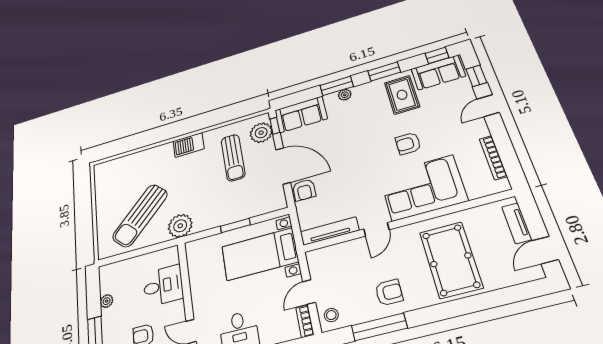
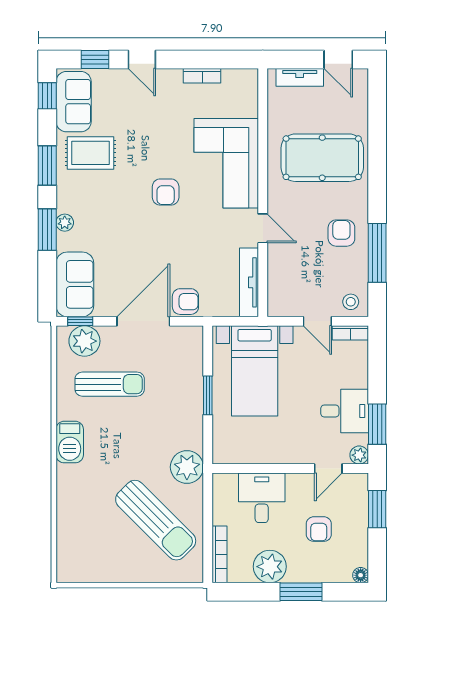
armchair: (408, 144) -> (166, 192), moved
bookcase: (493, 158) -> (202, 76), width x0.64
bookcase: (119, 266) -> (219, 554), added
plant: (107, 301) -> (270, 567), width x1.88, depth x1.88

